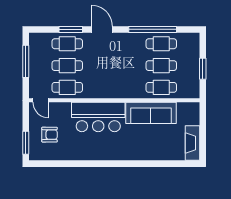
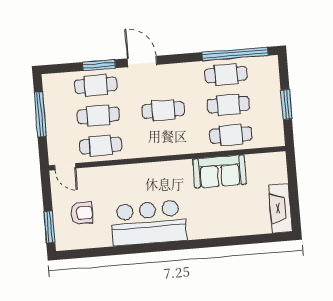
window: (153, 29) -> (235, 54), moved
cafe table: (114, 66) -> (163, 110), added
sofa: (151, 113) -> (220, 172), width x0.73
bar counter: (98, 117) -> (149, 223), moved, turned 180

